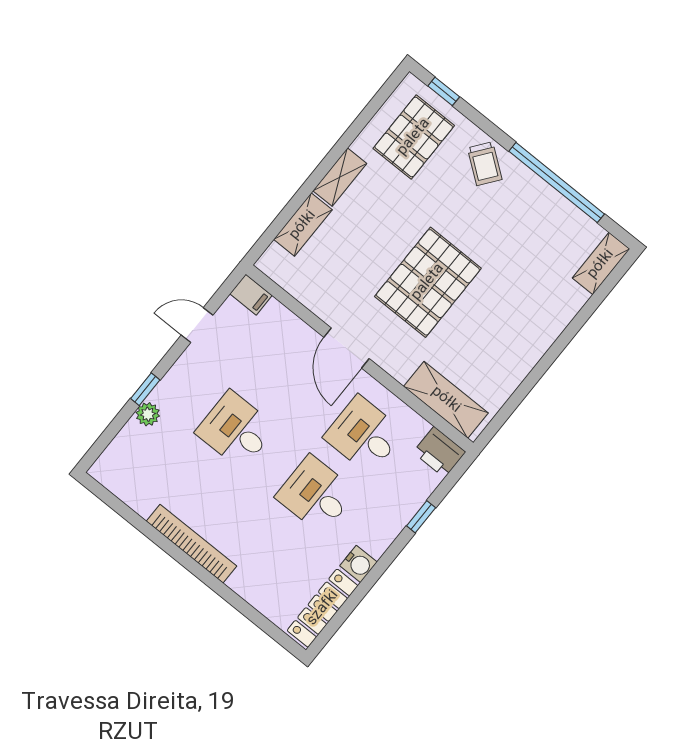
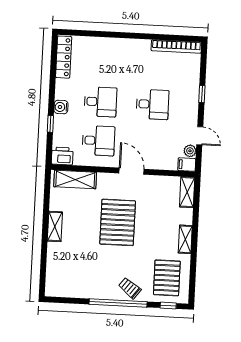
window: (557, 183) -> (118, 303), moved
shelving: (303, 225) -> (187, 192), moved
shelving: (601, 264) -> (55, 226), moved
door: (197, 325) -> (200, 136), hinge flipped
plant: (148, 414) -> (190, 151), moved
bookcase: (192, 544) -> (176, 46), moved
water cooler: (358, 564) -> (61, 107), moved

